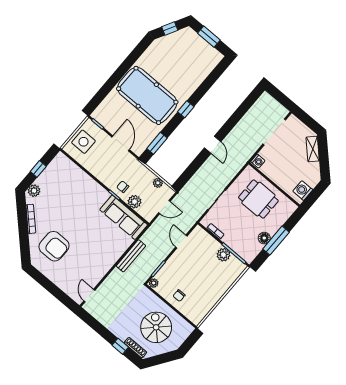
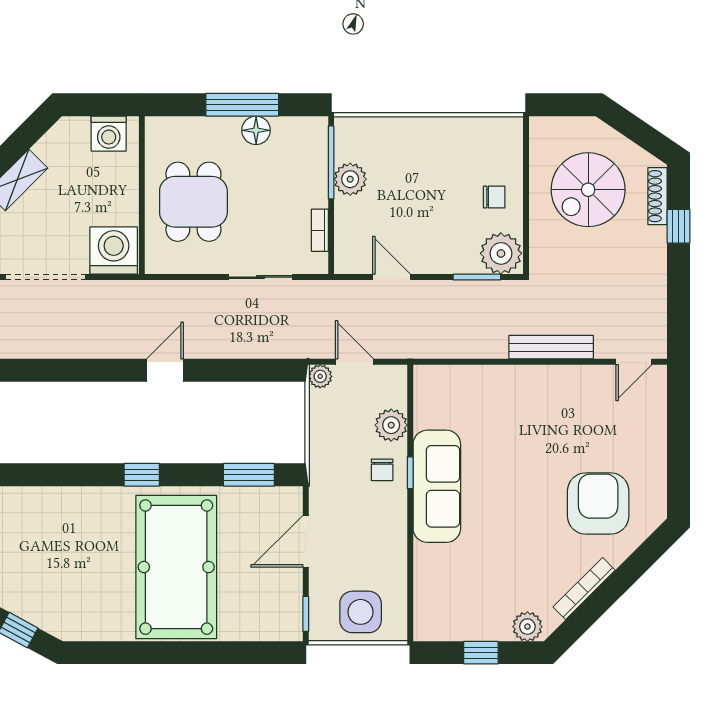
washing machine: (258, 161) -> (114, 251), width x1.89, depth x1.89
plant: (158, 183) -> (320, 376), moved
sofa: (124, 217) -> (437, 486), moved
door: (181, 242) -> (391, 277), swing flipped
bench: (131, 256) -> (551, 347), moved
plant: (154, 283) -> (501, 253), width x1.88, depth x1.88

